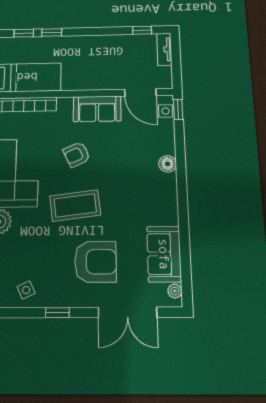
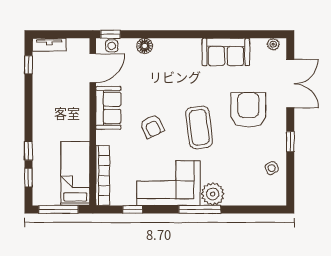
floor lamp: (168, 164) -> (145, 46), moved
sofa: (164, 254) -> (226, 52), moved

